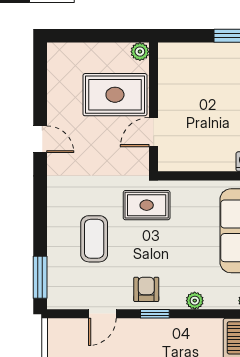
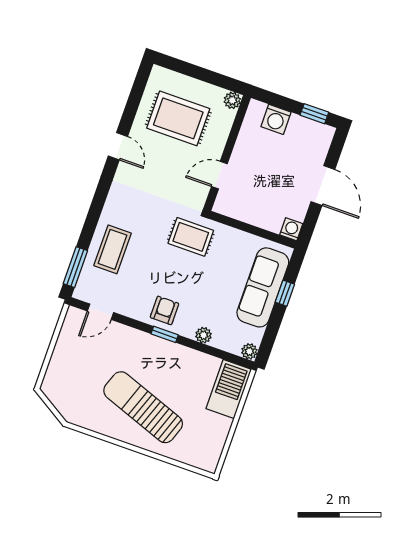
washing machine: (191, 55) -> (276, 119), added
rug: (115, 95) -> (178, 118), moved
coffee table: (94, 239) -> (113, 249), moved
door: (102, 314) -> (100, 312), moved

